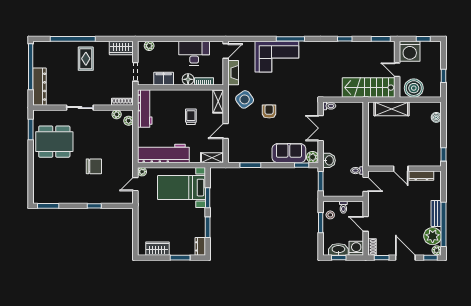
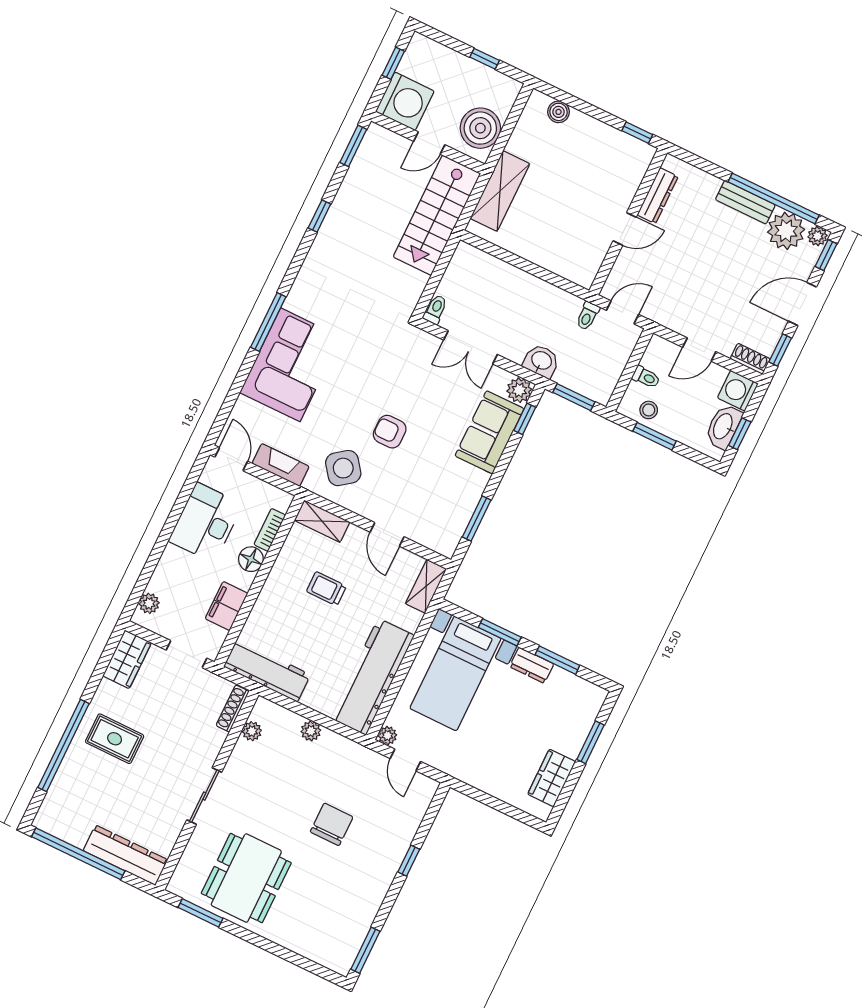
plant: (129, 121) -> (311, 731), moved
dresser: (200, 246) -> (532, 665), moved

